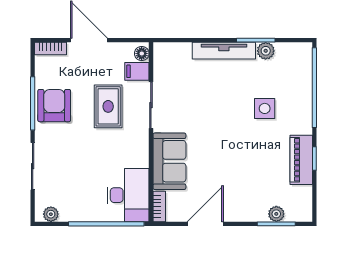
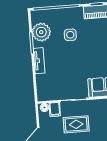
tv unit: (224, 51) -> (39, 61), width x0.71
plant: (266, 51) -> (41, 32), width x1.88, depth x1.88

